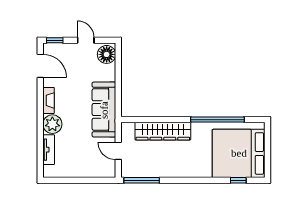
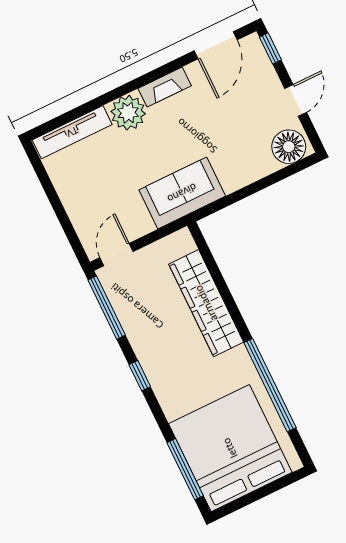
sofa: (104, 110) -> (182, 193), width x0.73
tv unit: (49, 150) -> (72, 132), width x1.41
door: (118, 151) -> (116, 255), moved
window: (182, 180) -> (140, 376), added
window: (238, 180) -> (185, 469), width x2.17

